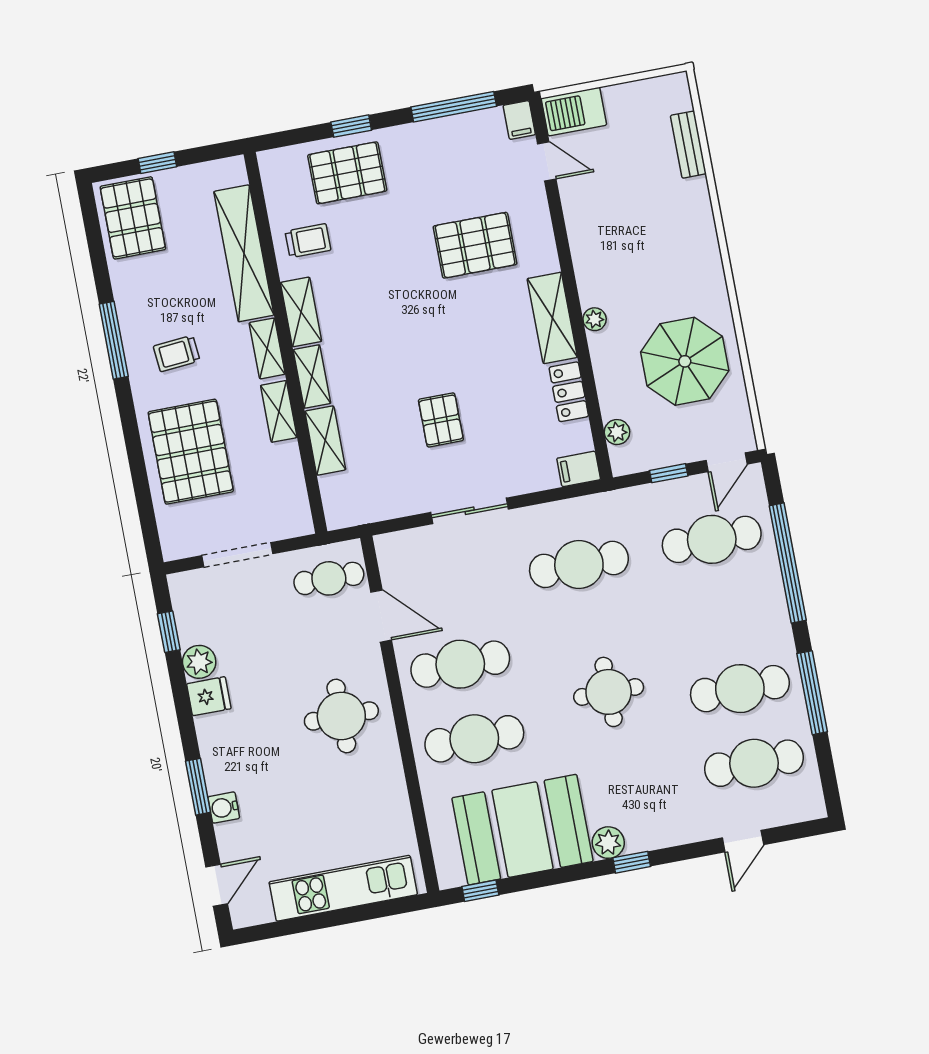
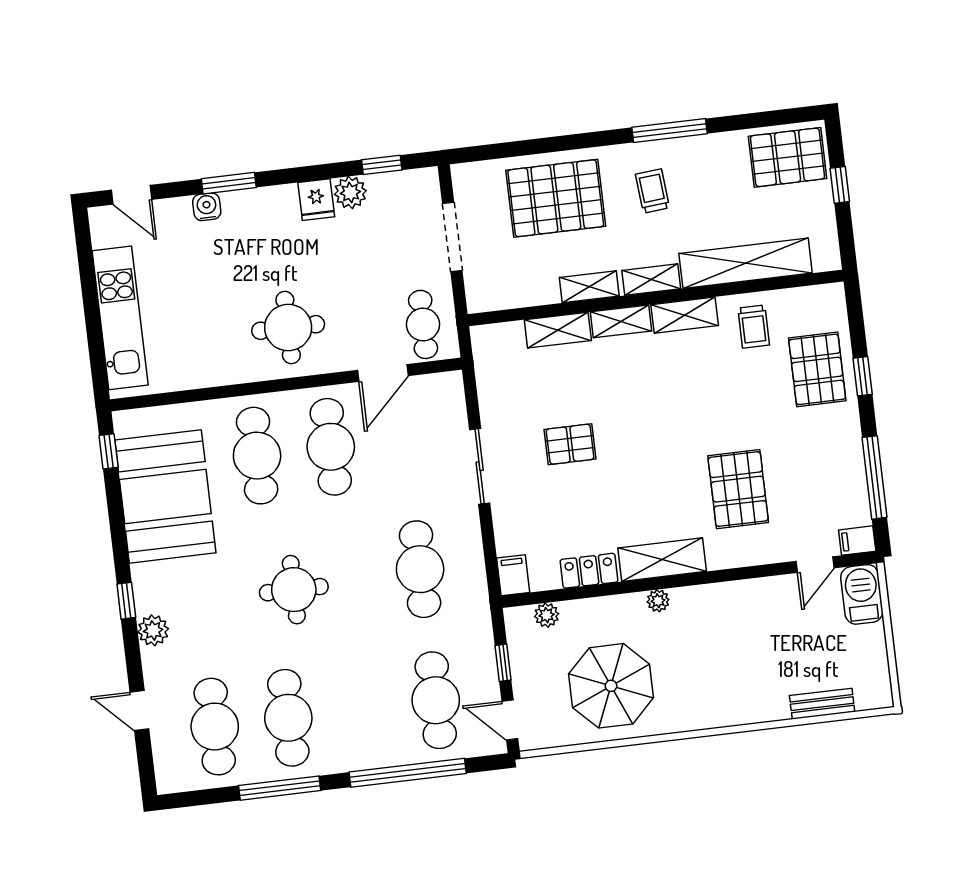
plant: (608, 843) -> (153, 630), moved

